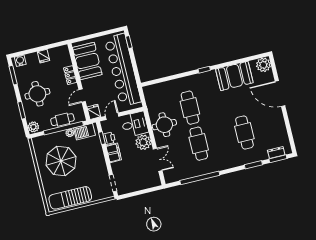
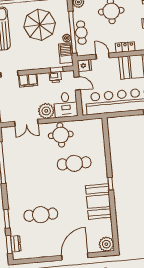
booth: (234, 76) -> (98, 201), moved
cafe table: (199, 144) -> (36, 167), removed
filing cabinet: (114, 153) -> (28, 80), moved

